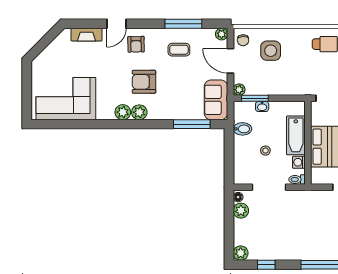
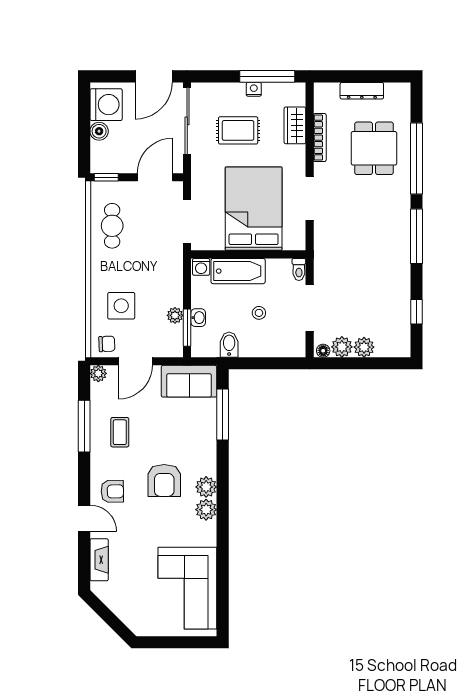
plant: (239, 90) -> (175, 315), moved
washing machine: (299, 162) -> (201, 267), moved
plant: (241, 253) -> (364, 347), moved

